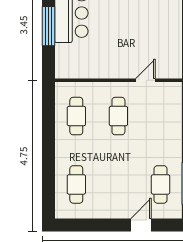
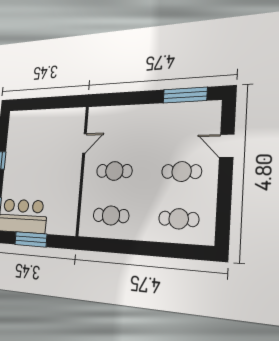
door: (145, 80) -> (84, 143), swing flipped
cafe table: (161, 184) -> (182, 172), moved

